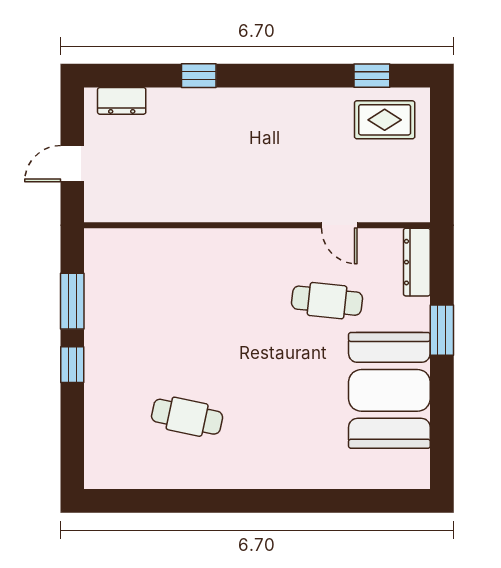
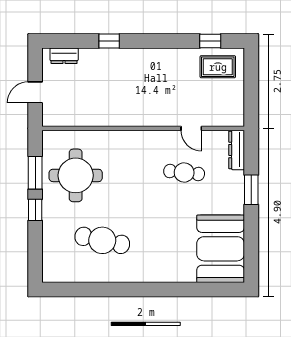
round table: (142, 306) -> (76, 175), added
booth: (389, 390) -> (221, 249), moved
cafe table: (187, 417) -> (102, 240), width x1.37, depth x1.35

